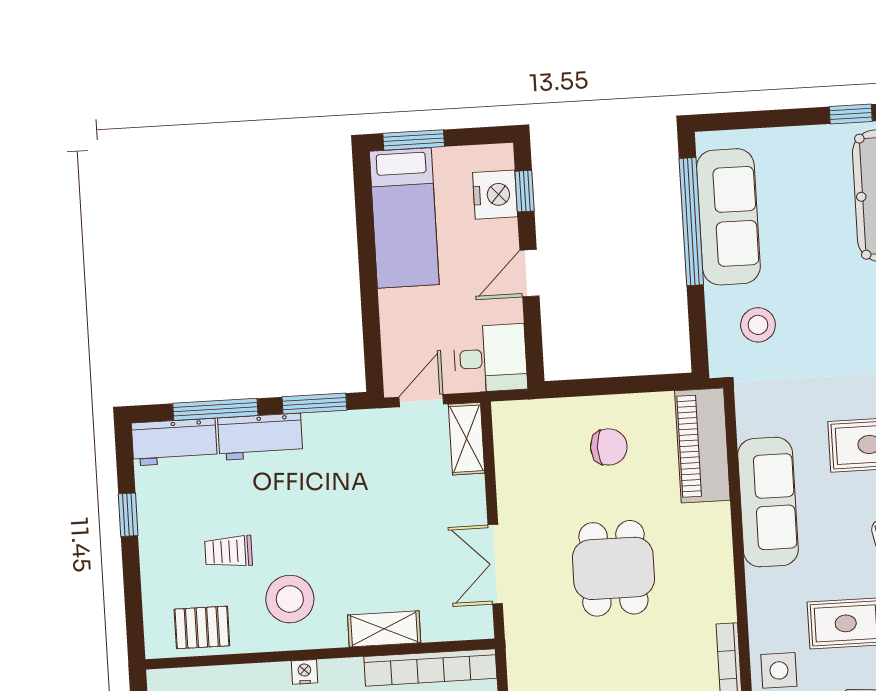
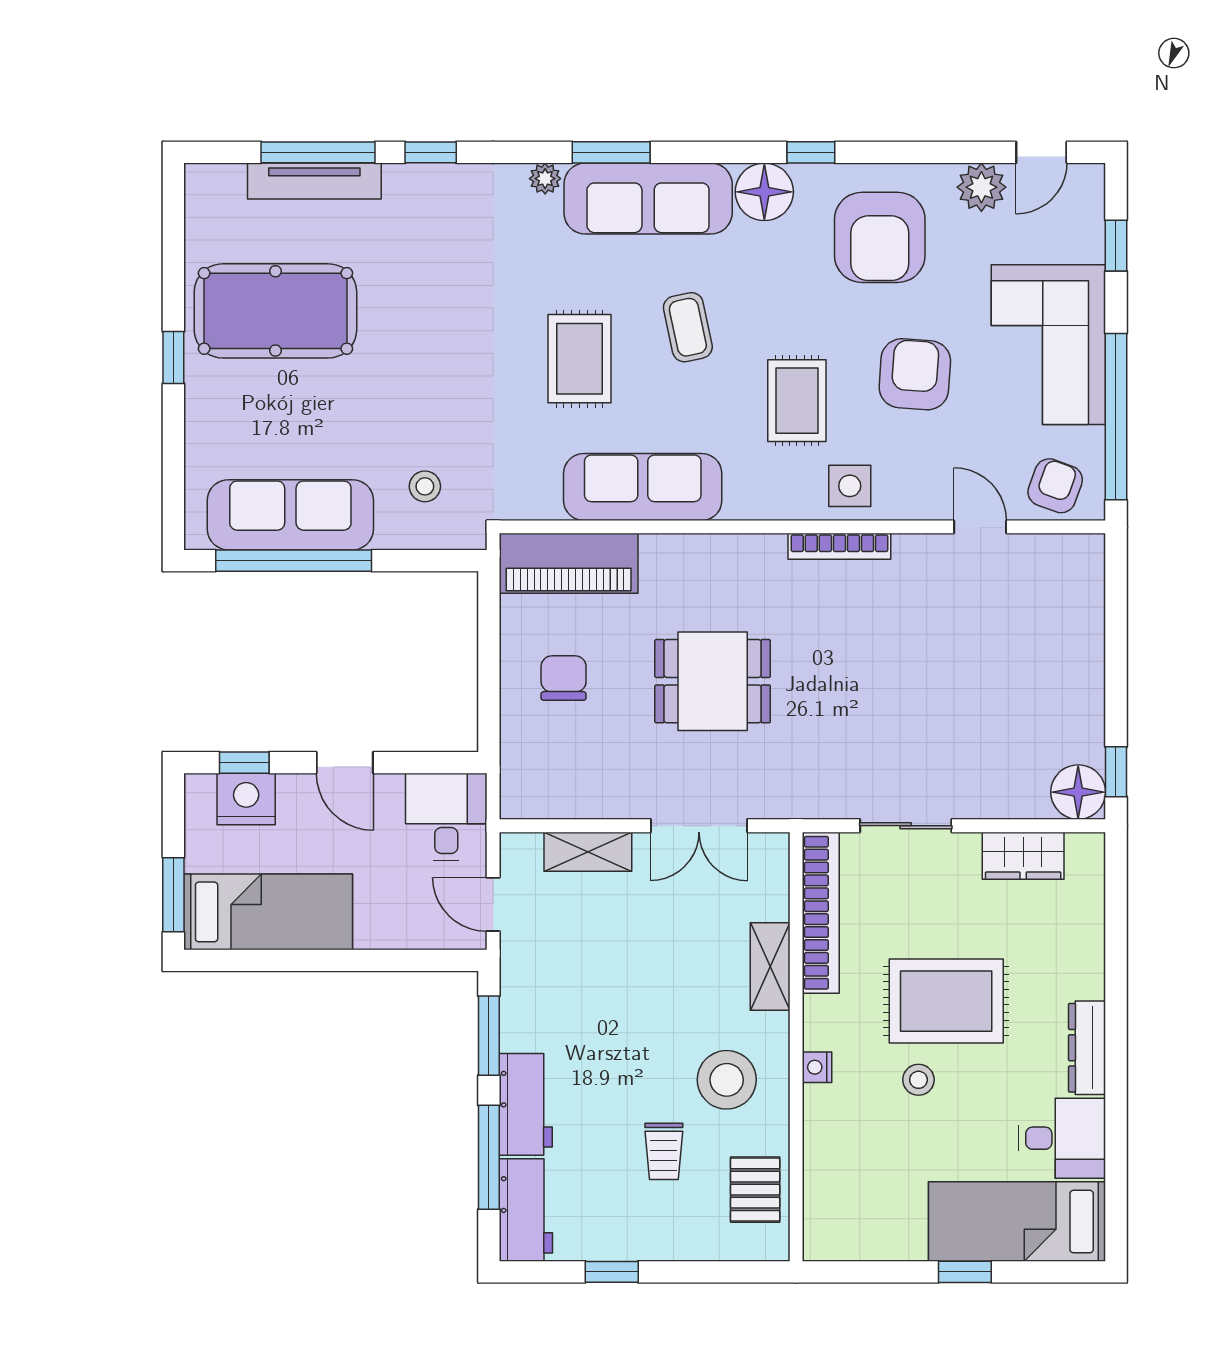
stool: (758, 325) -> (425, 486), width x0.73, depth x0.73
shelving: (467, 439) -> (588, 852), moved

